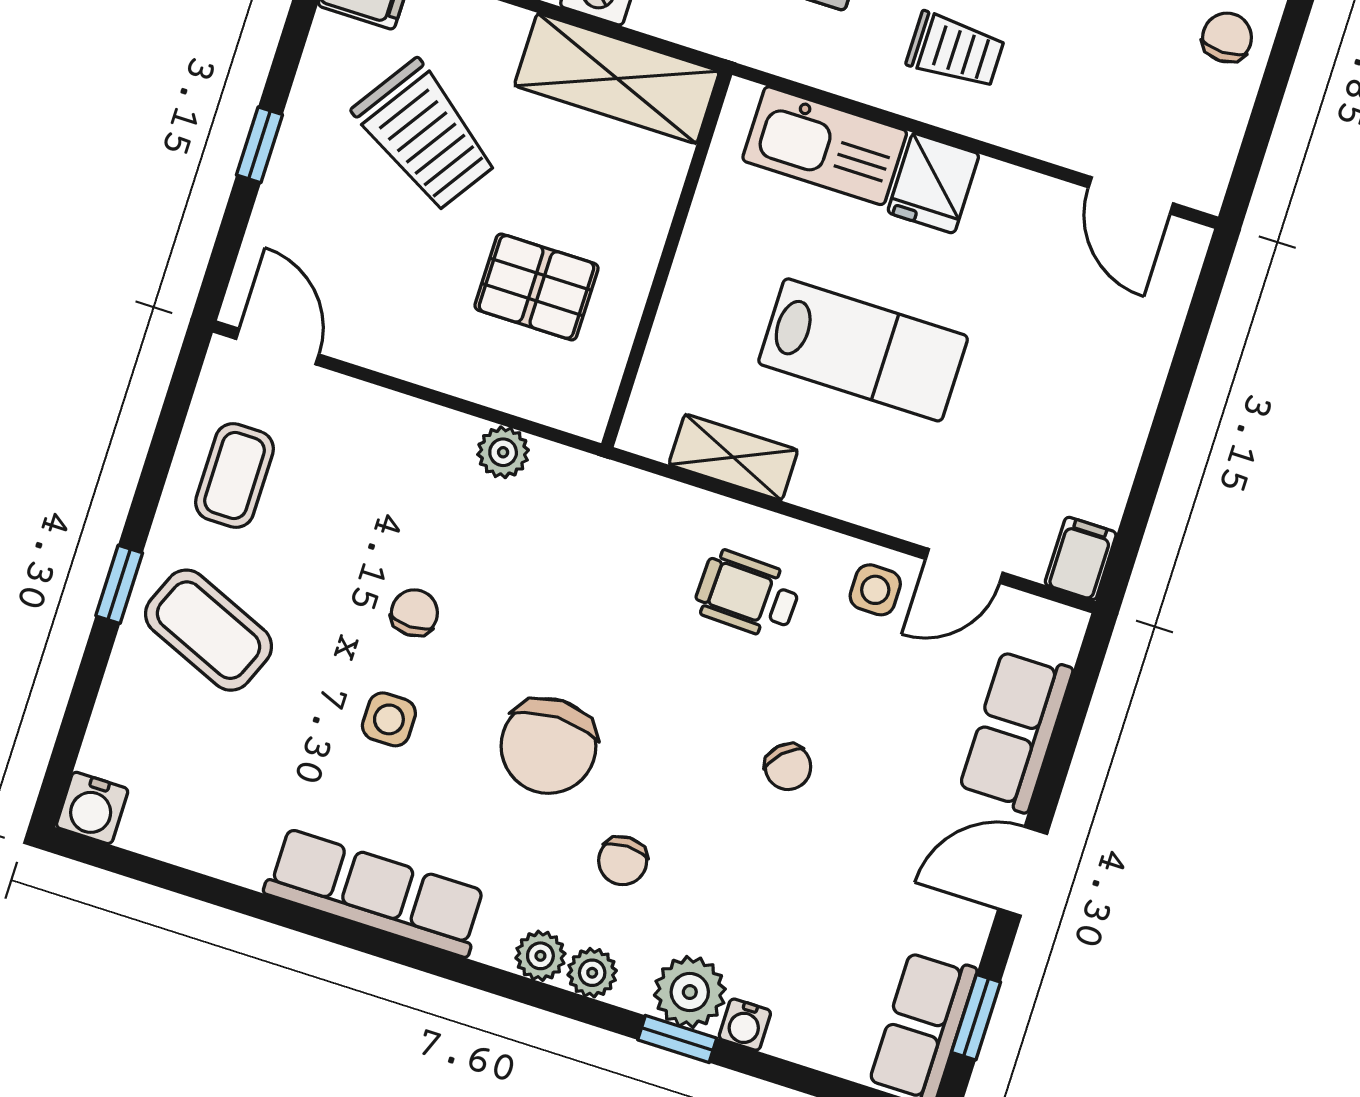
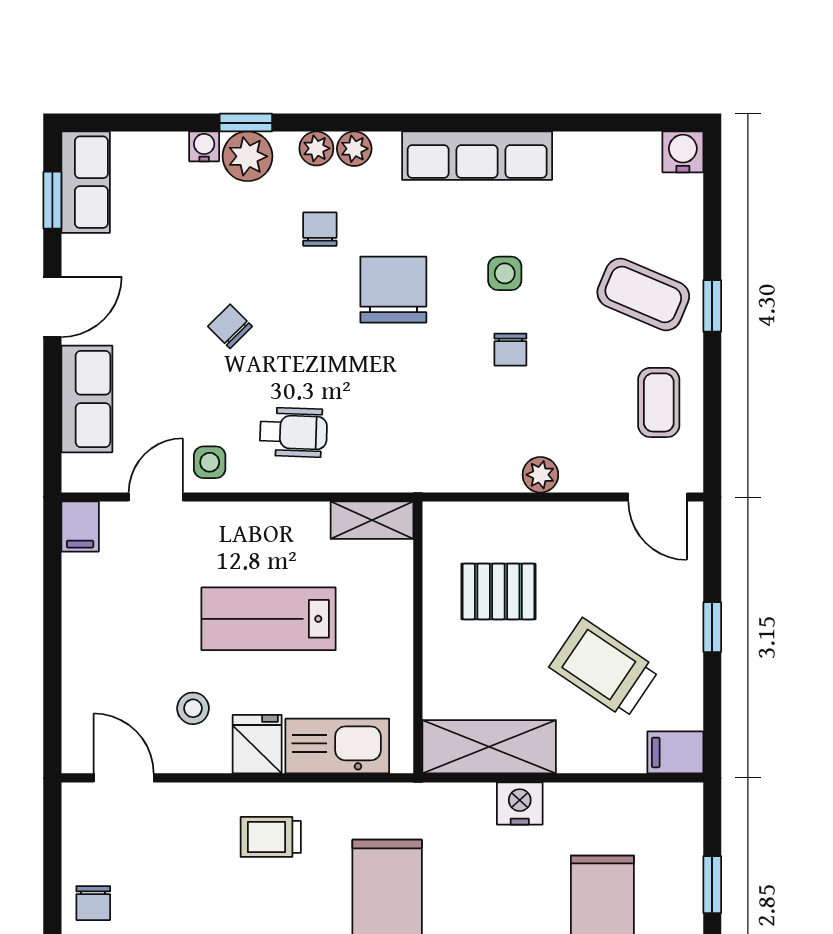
stool: (1005, 260) -> (193, 708), added
plant: (503, 452) -> (540, 475), moved
shelving: (733, 457) -> (372, 520), moved

